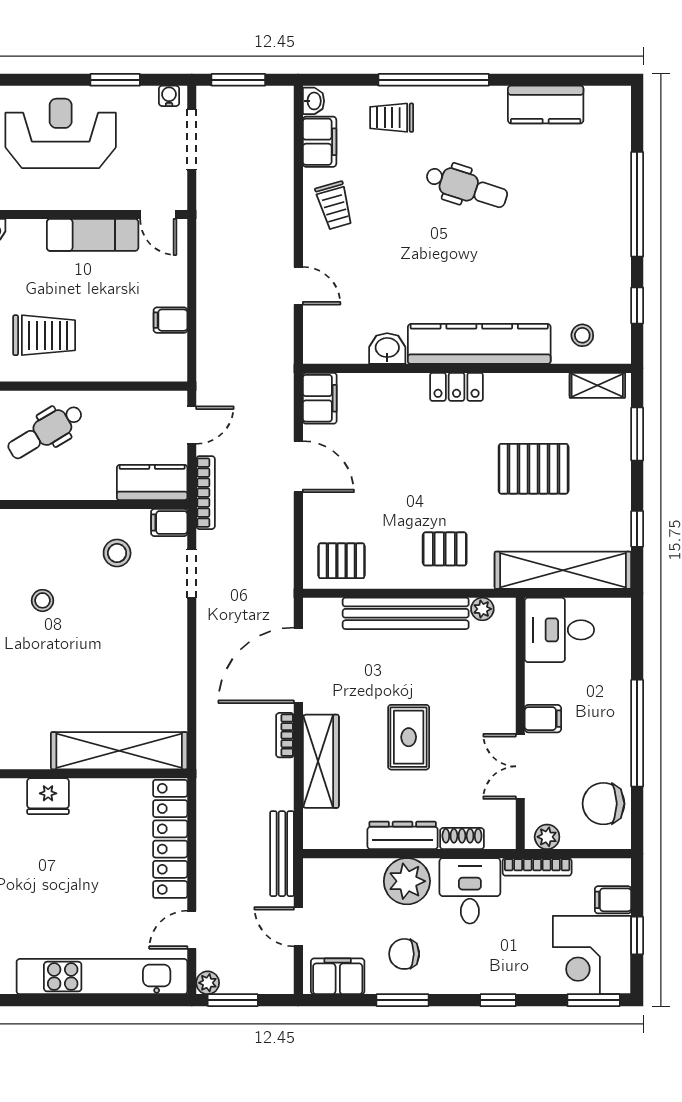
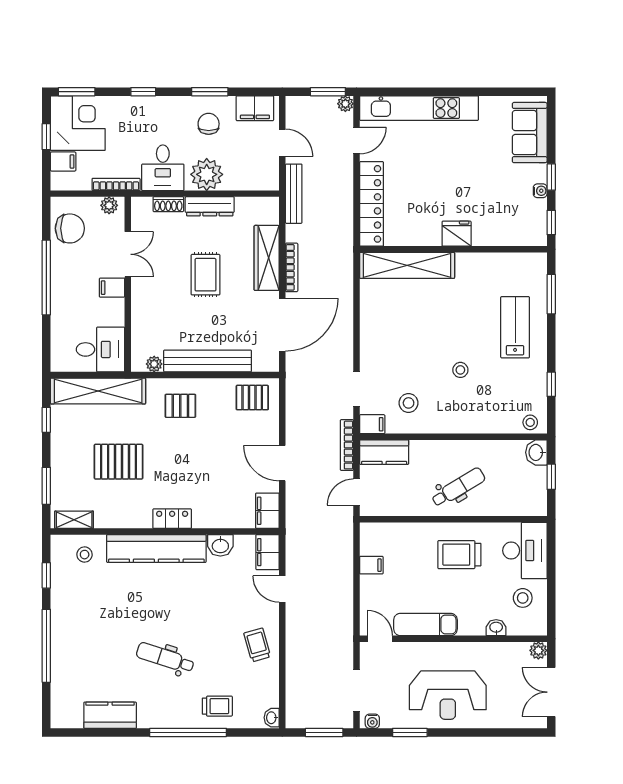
filing cabinet: (320, 142) -> (268, 552), moved
bookcase: (285, 735) -> (292, 267), width x1.56
chair: (404, 954) -> (209, 124), turned -90

